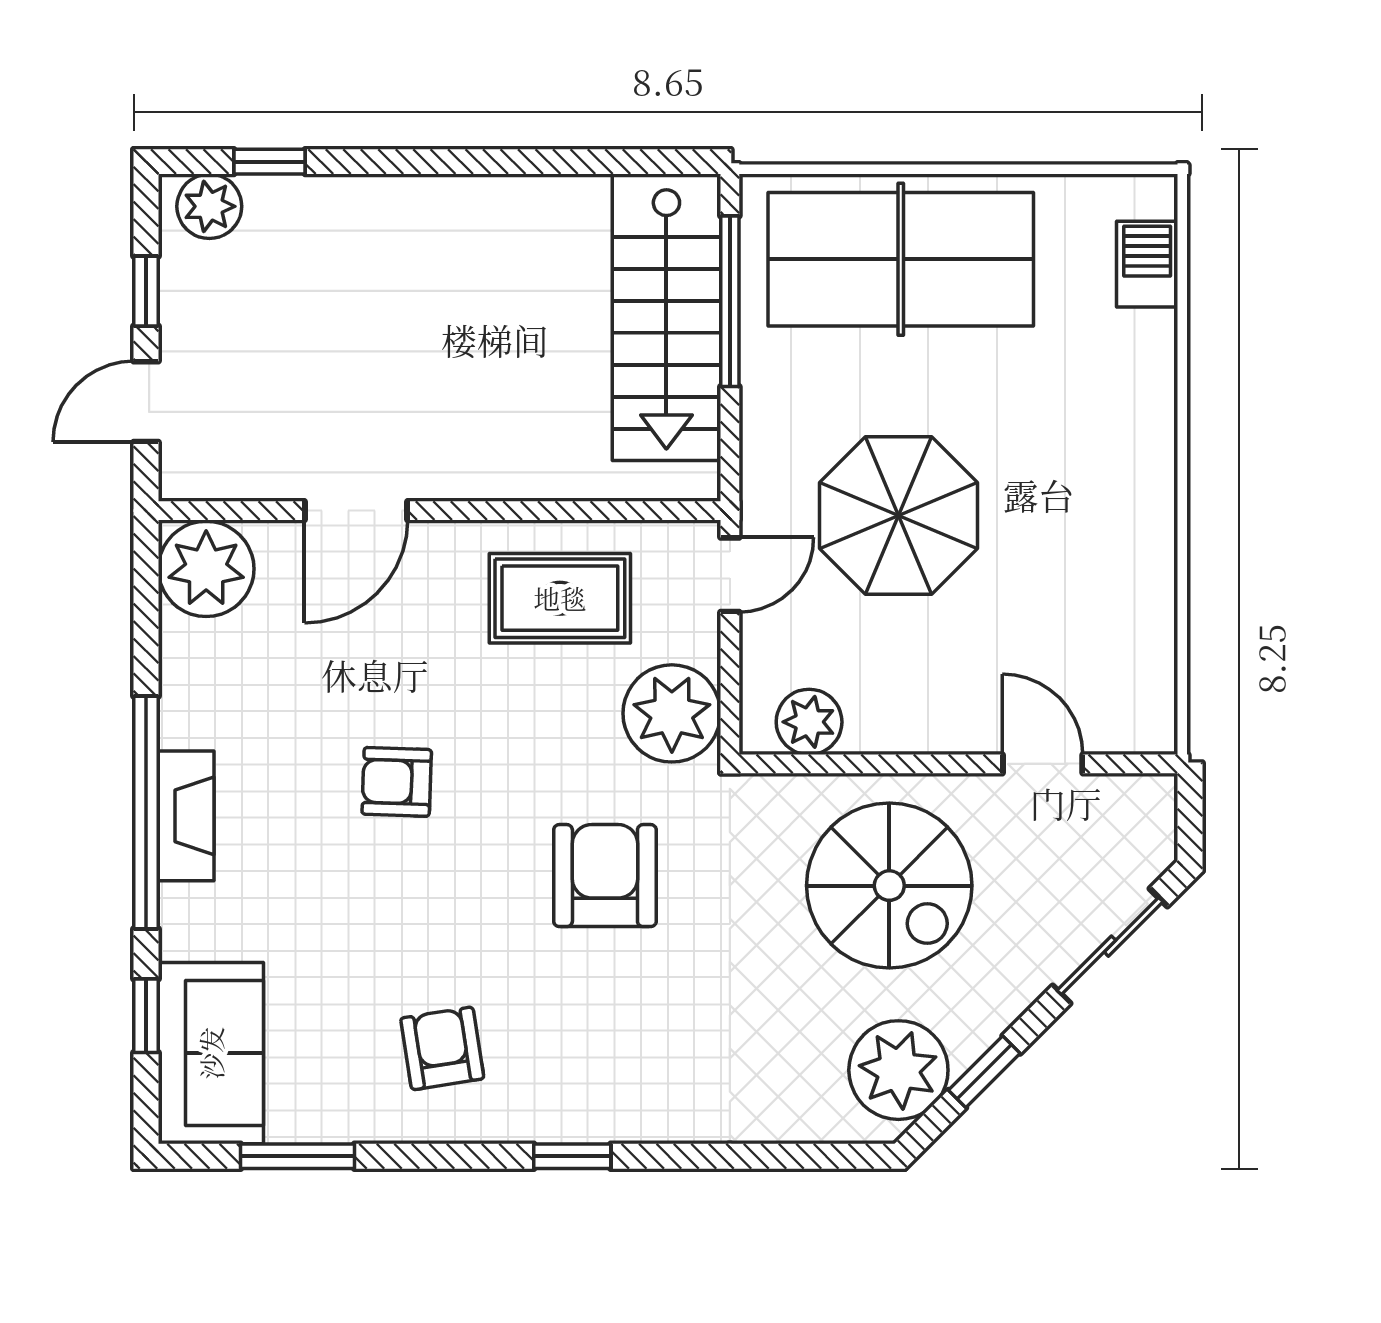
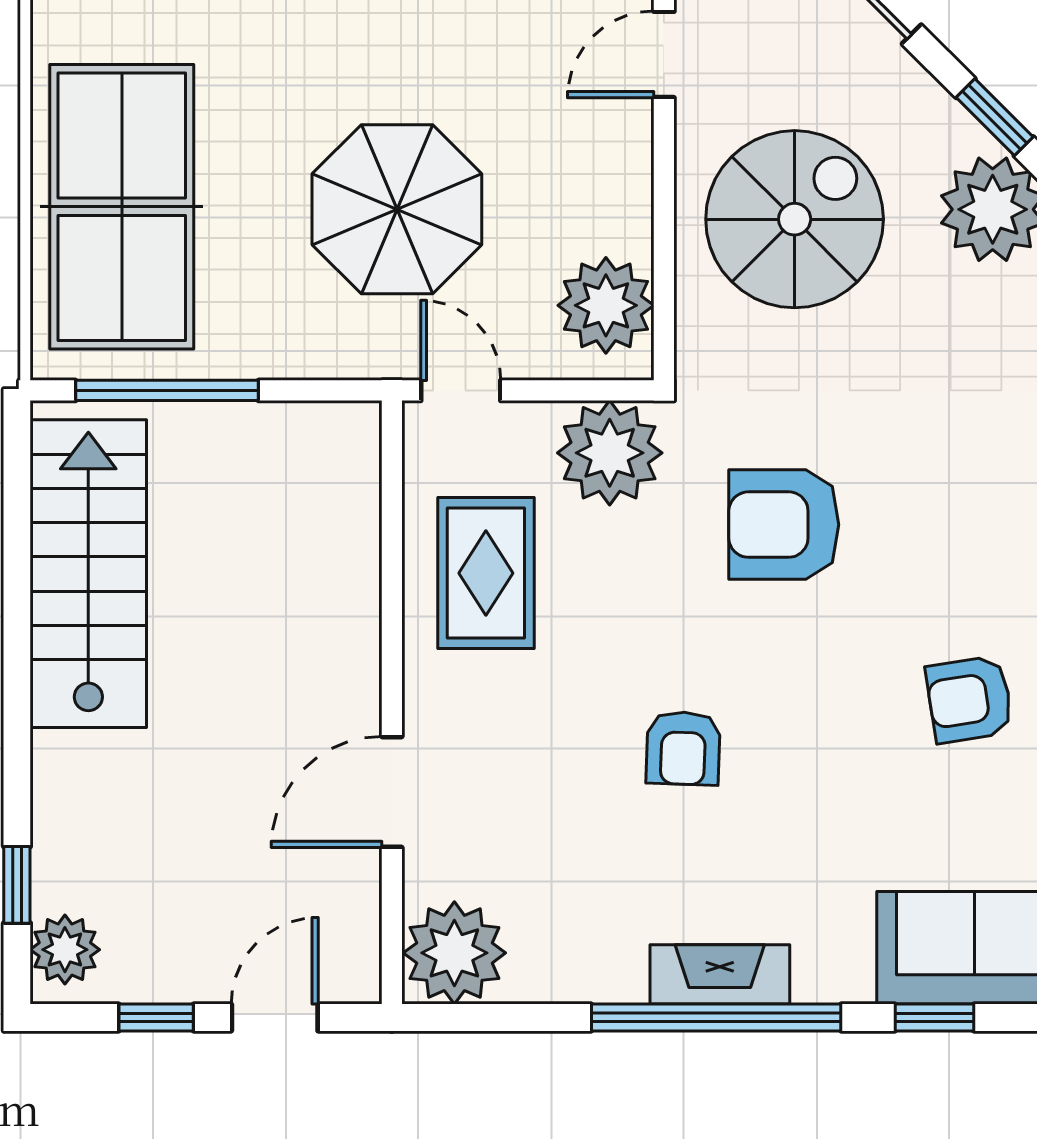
stairs: (666, 317) -> (88, 574), moved, turned -90
door: (146, 402) -> (275, 1017), swing flipped
door: (356, 511) -> (392, 792), swing flipped
plant: (809, 722) -> (606, 305), width x1.36, depth x1.36

